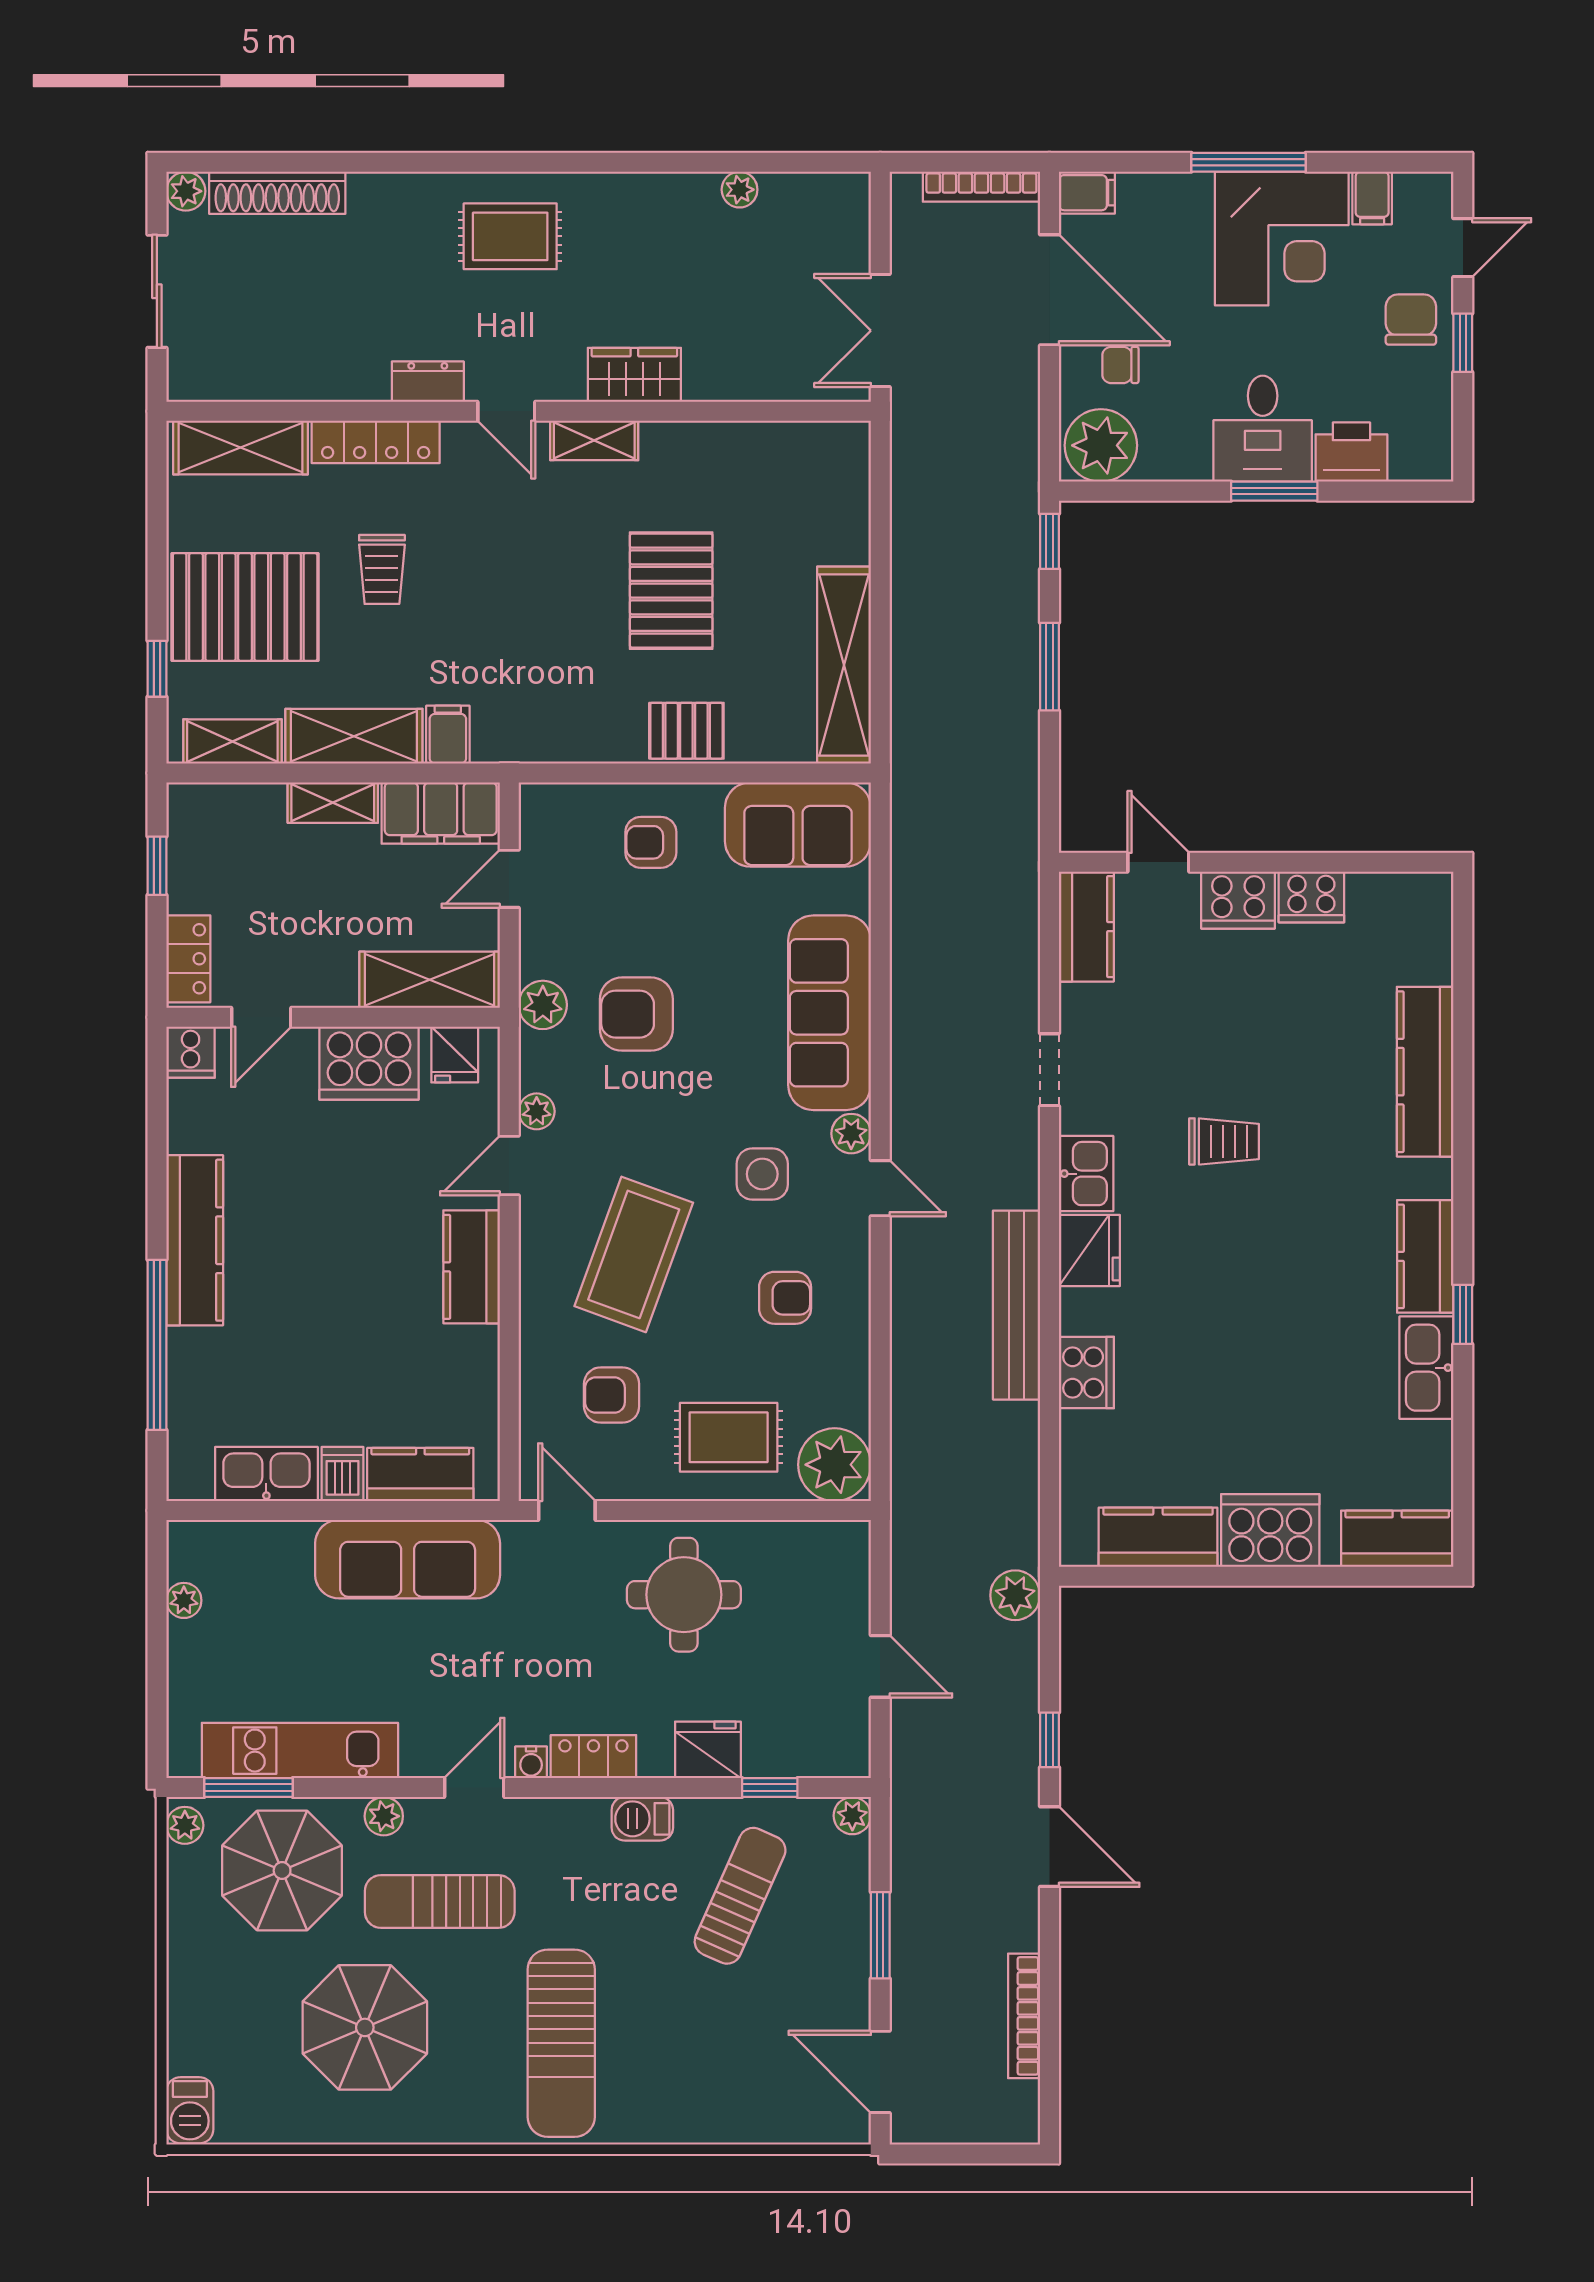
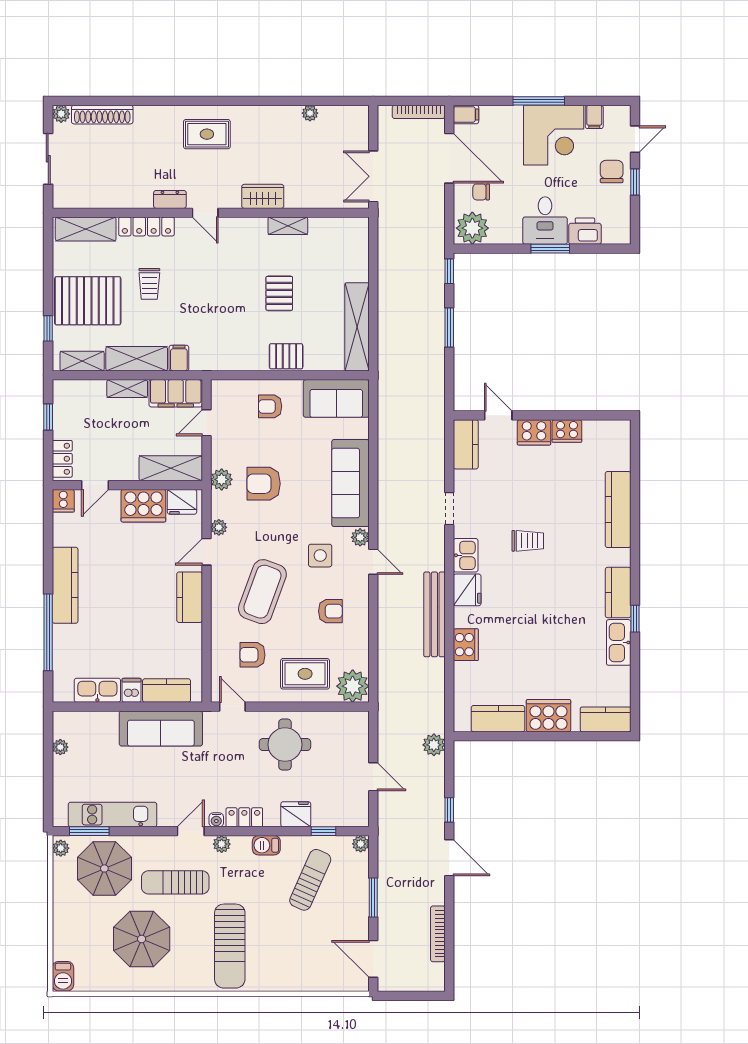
shelving: (594, 440) -> (288, 226), moved
pallet: (671, 591) -> (279, 293), width x0.67, depth x0.71
fridge: (455, 1055) -> (182, 502), width x1.38
plant: (384, 1816) -> (222, 844), moved

